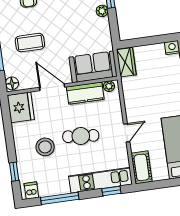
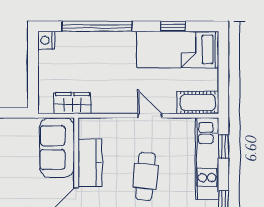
wardrobe: (126, 62) -> (72, 103), moved
plant: (109, 86) -> (85, 130), removed

